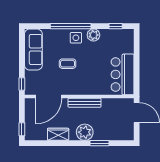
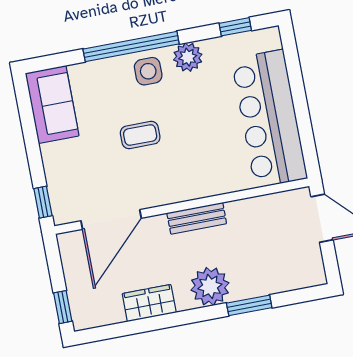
sofa: (33, 50) -> (52, 104), width x0.73
bar counter: (123, 74) -> (269, 119), width x1.36
bench: (85, 103) -> (197, 218), width x0.73

